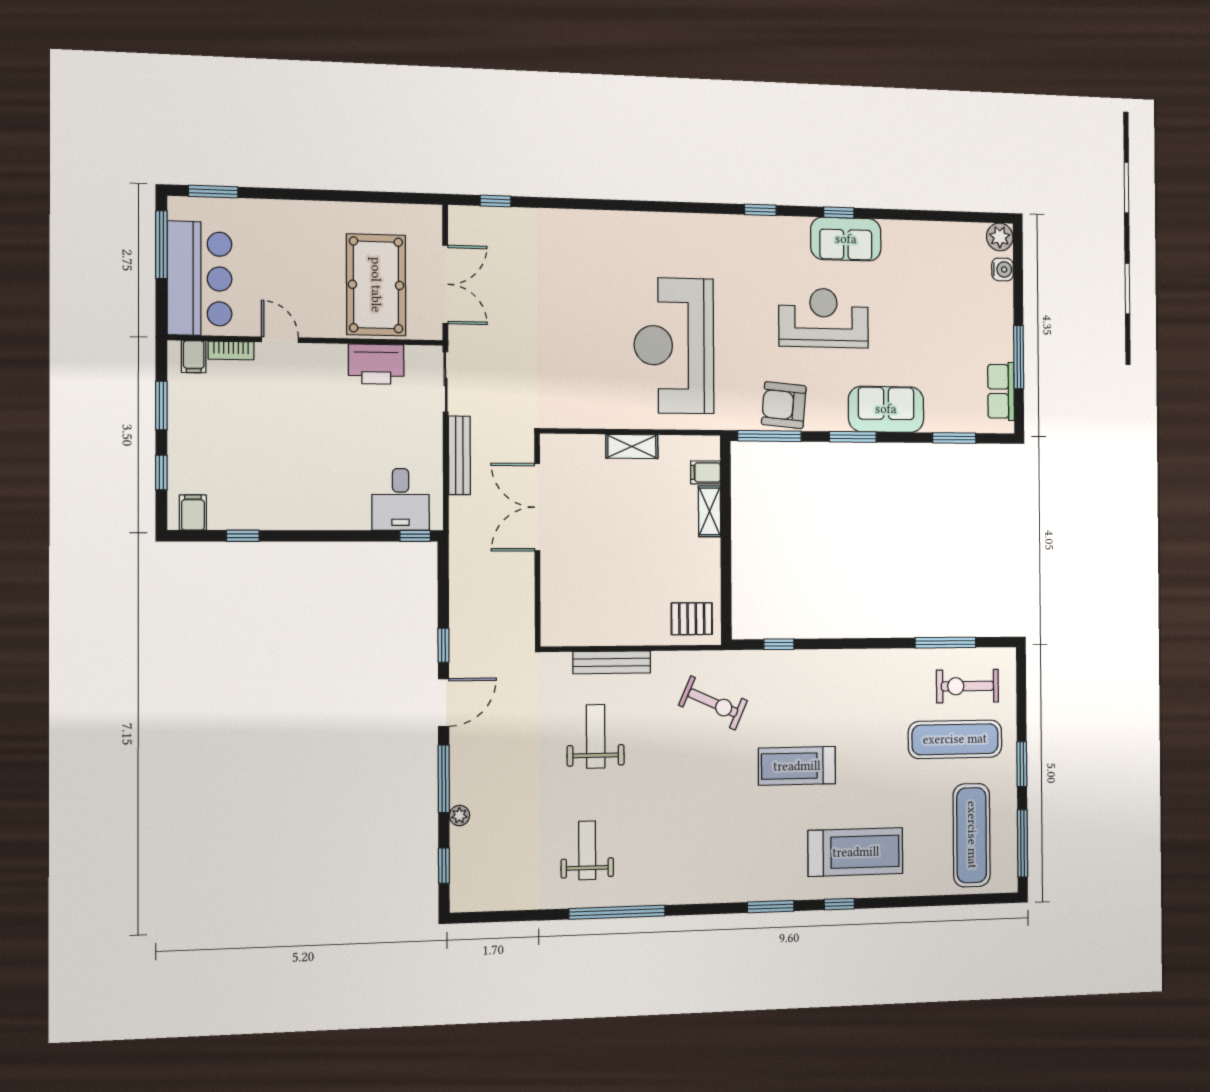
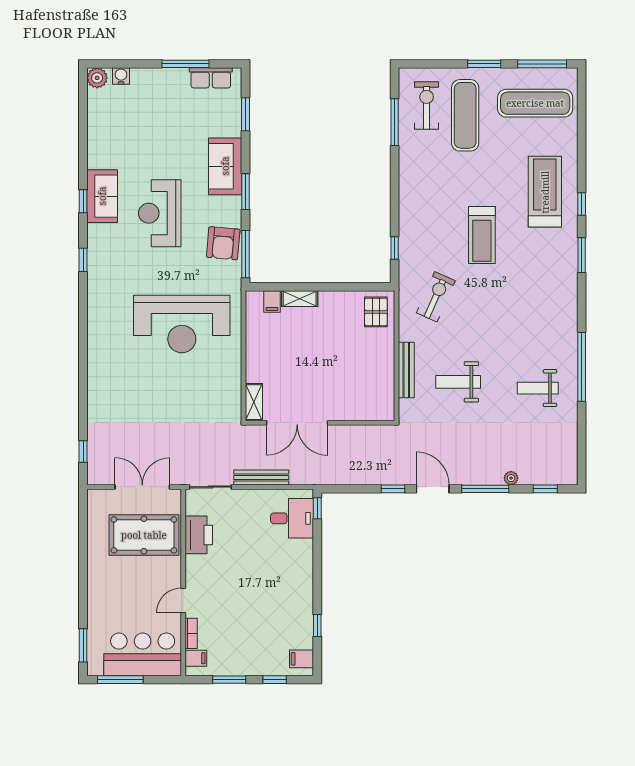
shelving: (632, 446) -> (254, 402), moved
exercise bike: (967, 686) -> (427, 105), turned 180

